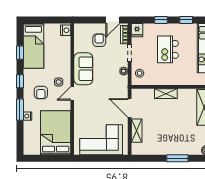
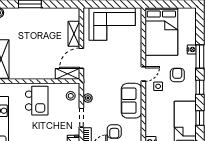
kitchen island: (168, 49) -> (37, 101), moved
shelving: (166, 94) -> (68, 74), moved
door: (130, 108) -> (81, 58), swing flipped

